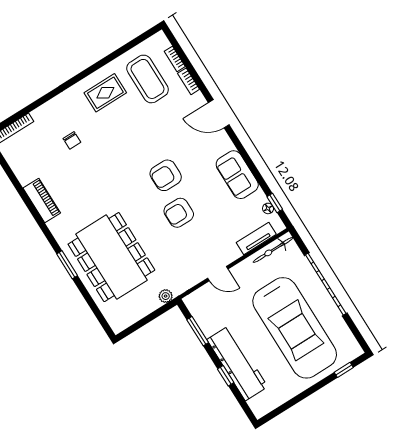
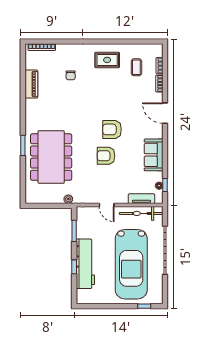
coffee table: (148, 79) -> (136, 67), width x0.54, depth x0.58
piano: (42, 200) -> (31, 84), moved
bicycle: (273, 250) -> (141, 213), width x1.37, depth x1.40

